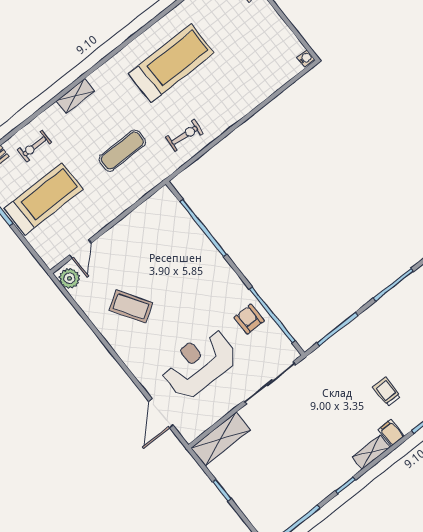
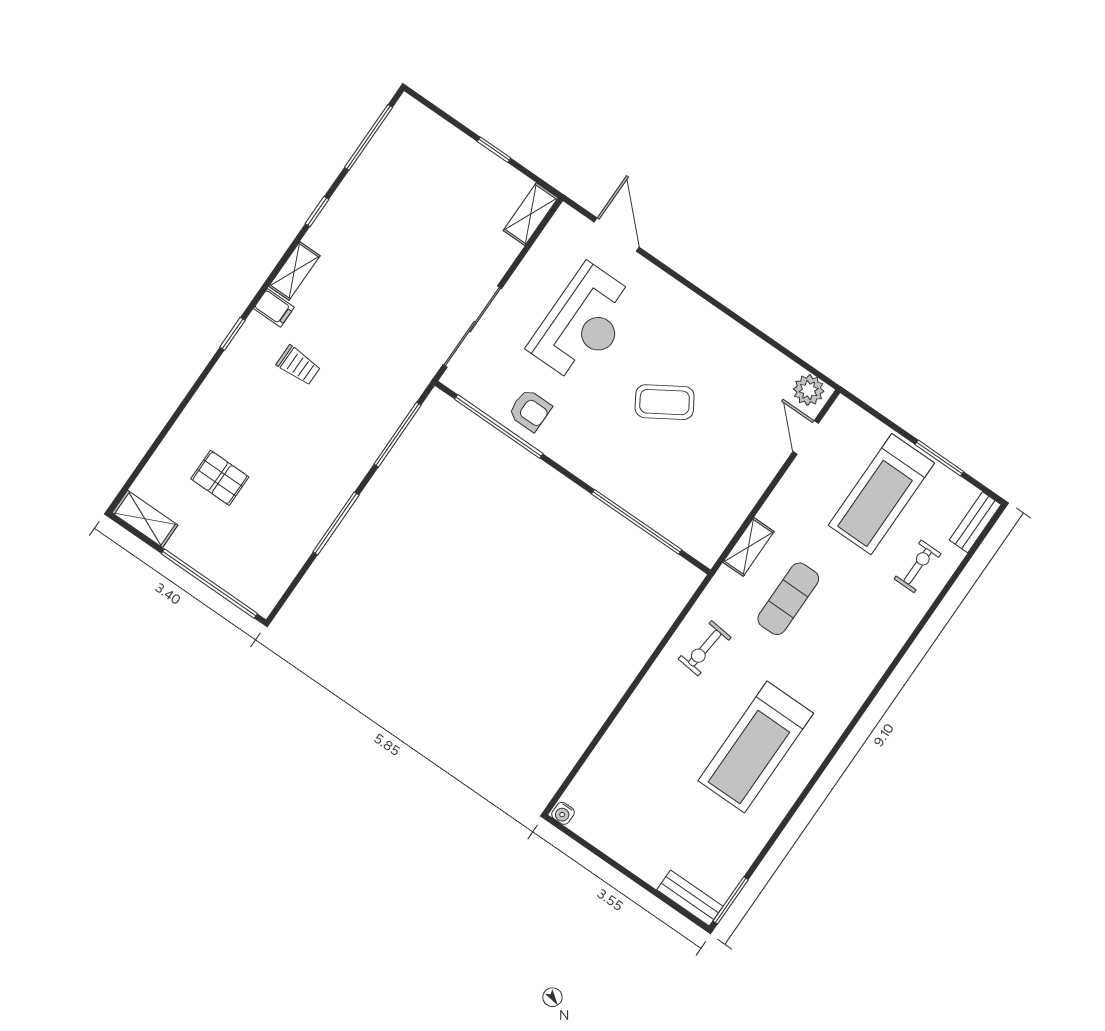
shelving: (75, 96) -> (748, 547), moved
coffee table: (131, 306) -> (665, 402), moved
shelving: (221, 439) -> (531, 214), width x0.67, depth x0.75

